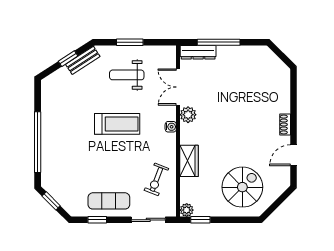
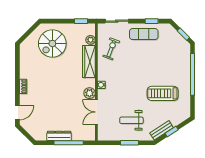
dresser: (198, 52) -> (59, 136), moved
weight bench: (127, 75) -> (131, 120), turned 180
double door: (178, 87) -> (96, 112), swing flipped
treadmill: (117, 124) -> (163, 93), moved
door: (293, 155) -> (17, 113), moved
wardrobe: (189, 161) -> (89, 61), width x1.50
plant: (187, 210) -> (91, 40), moved

